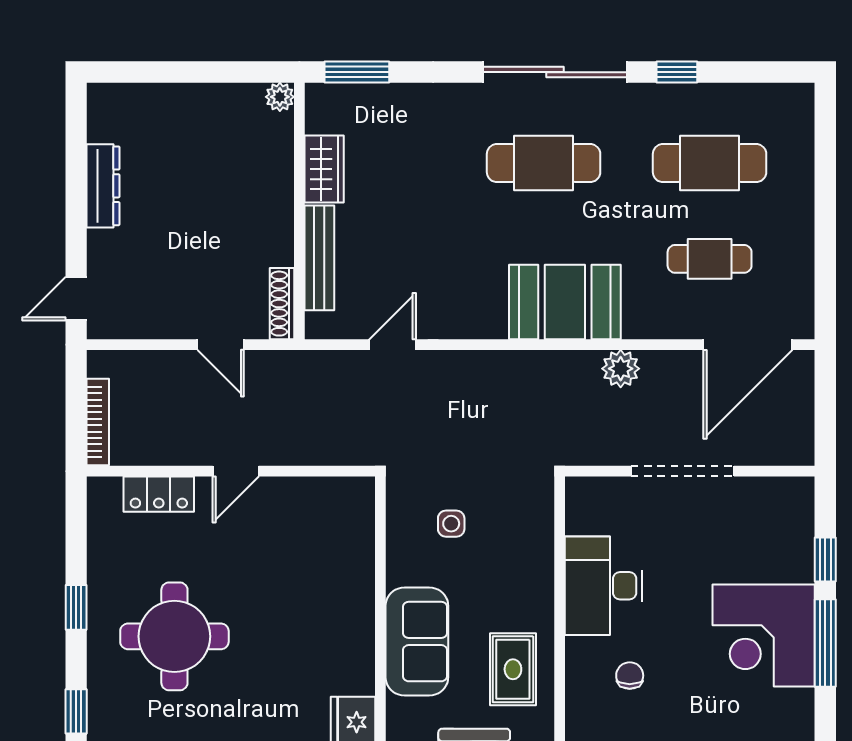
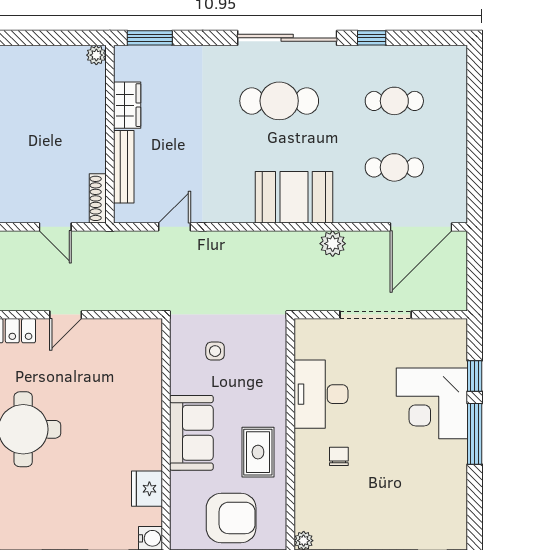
cafe table: (710, 163) -> (394, 101), width x0.73, depth x0.74
corner desk: (764, 636) -> (432, 403), moved

